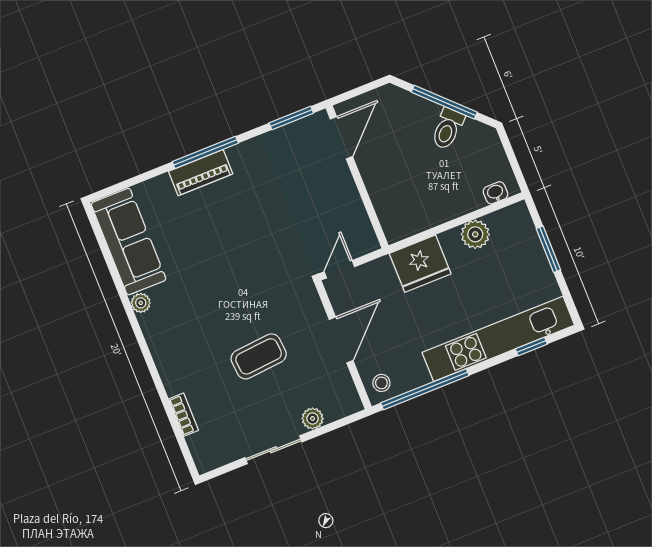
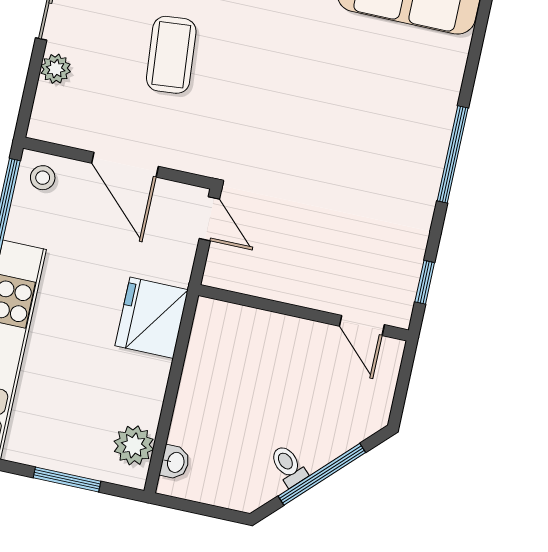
window: (291, 118) -> (425, 282), width x0.67
toilet: (448, 129) -> (288, 466), width x0.73, depth x0.72
door: (341, 138) -> (362, 325), width x0.73
piano: (201, 173) -> (433, 133), removed
plant: (475, 234) -> (134, 445), moved

